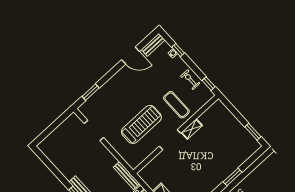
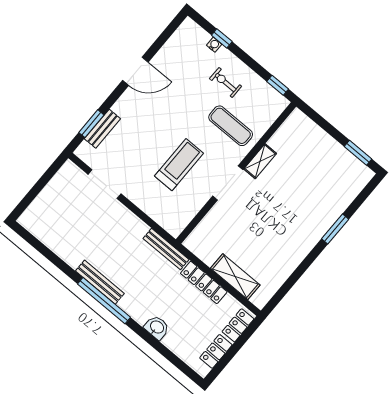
bench: (153, 45) -> (102, 129), moved
door: (131, 56) -> (135, 71), moved
exercise bike: (190, 80) -> (226, 82), moved
treadmill: (141, 124) -> (179, 165), width x0.73, depth x0.73

